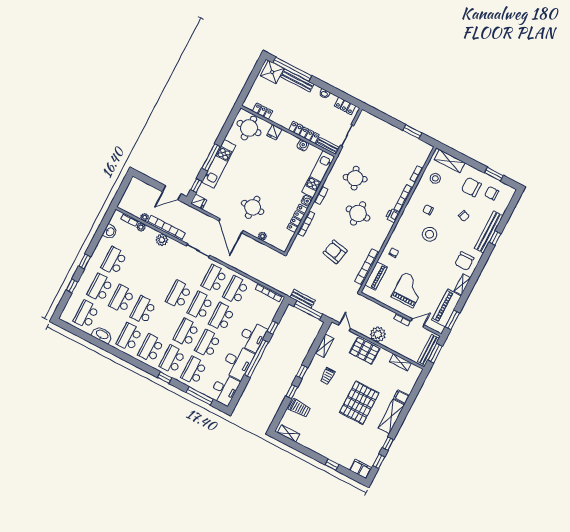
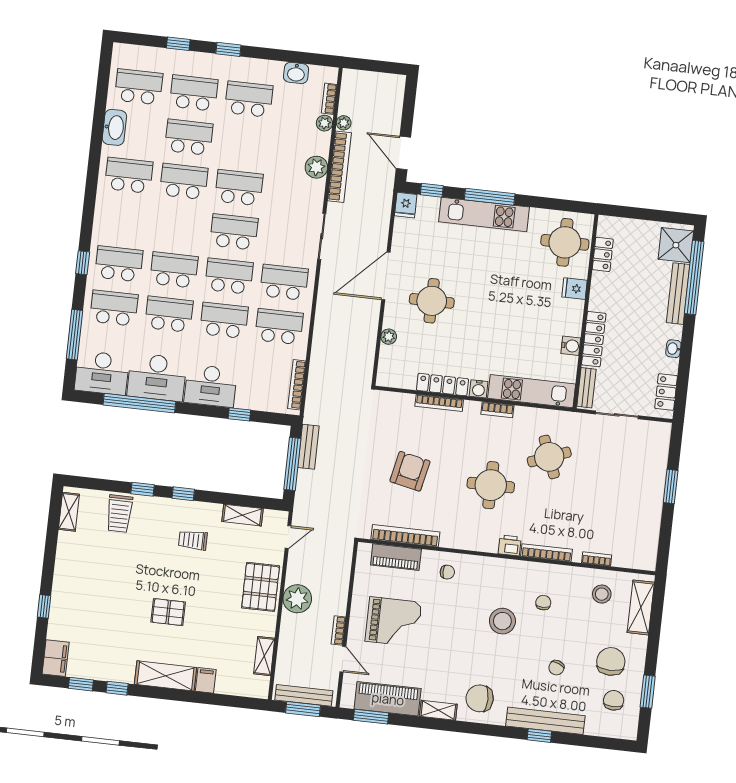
window: (412, 132) -> (671, 487), moved
school desk: (151, 348) -> (239, 188), moved
window: (256, 359) -> (139, 403), moved
pallet: (359, 403) -> (168, 612), width x0.49, depth x0.50

